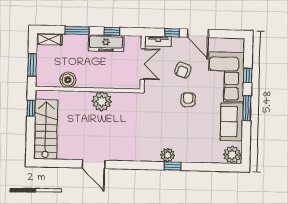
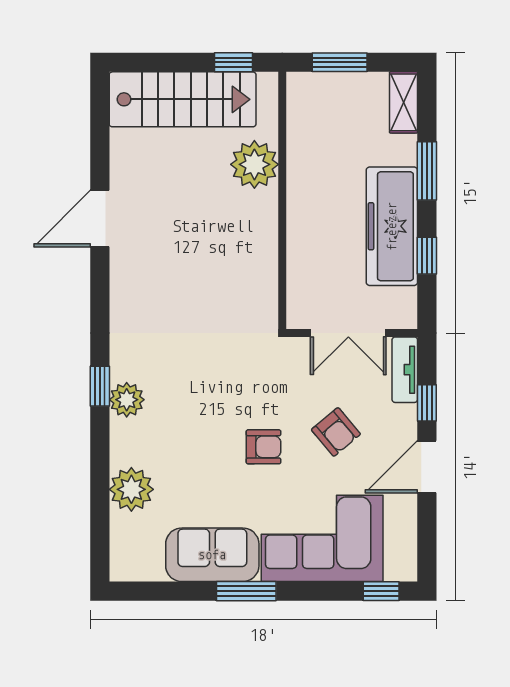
freezer: (106, 43) -> (392, 226), width x1.36, depth x1.26
armchair: (183, 70) -> (336, 432), turned -149
window: (248, 75) -> (381, 591), moved
boiler: (68, 80) -> (305, 151), removed
plant: (102, 101) -> (254, 164), moved
plant: (232, 155) -> (131, 489), moved
window: (172, 166) -> (100, 386), moved

